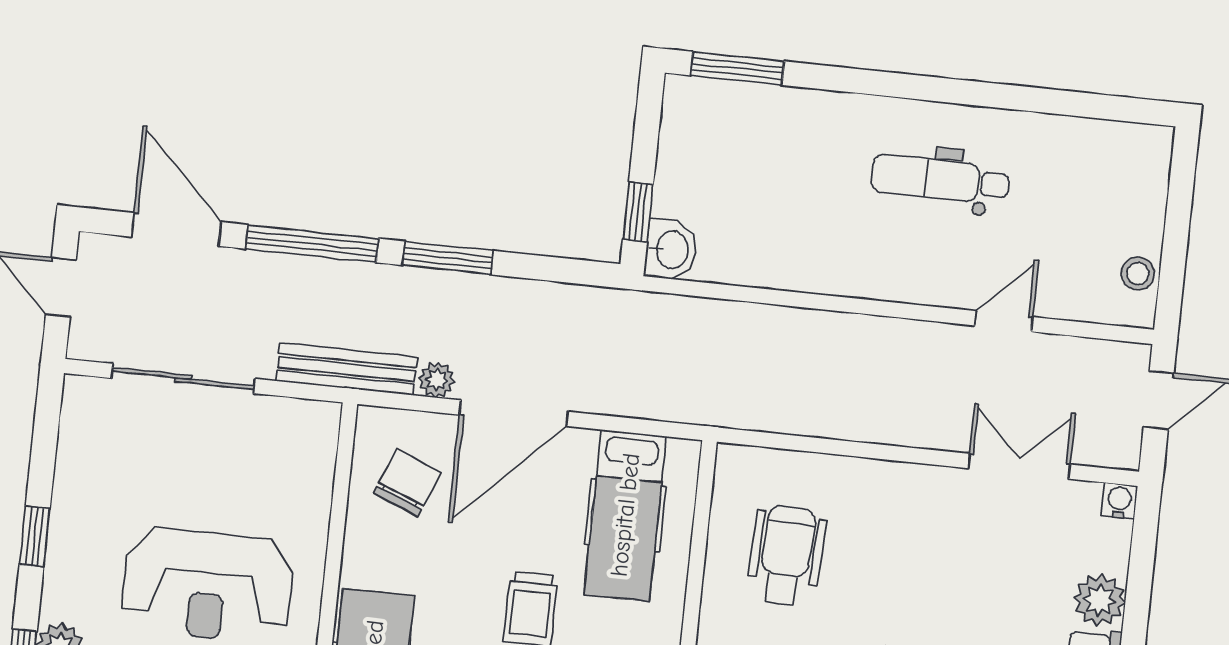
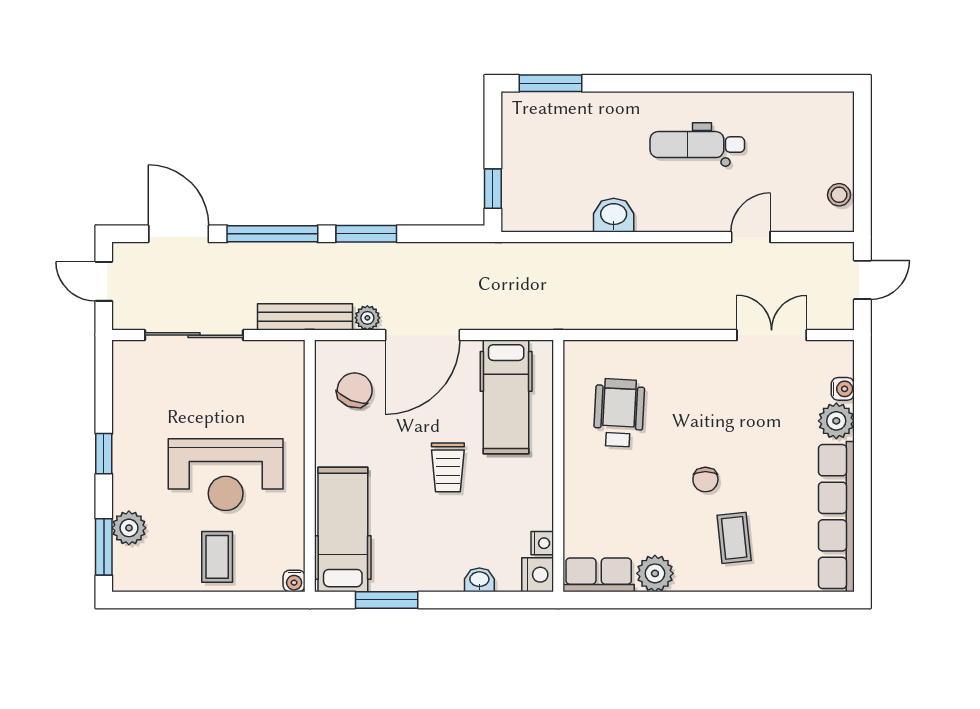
washbasin: (671, 250) -> (614, 215), moved, turned -90
water cooler: (1119, 501) -> (843, 389), moved, turned 90

